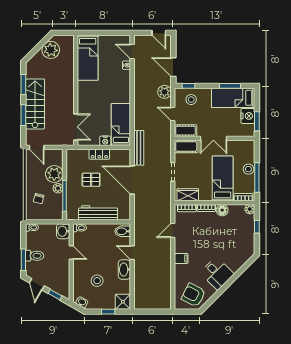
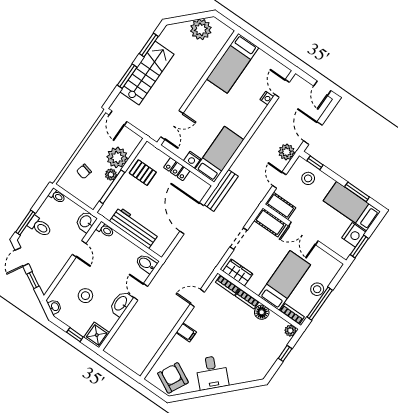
pallet: (91, 180) -> (143, 173), moved

